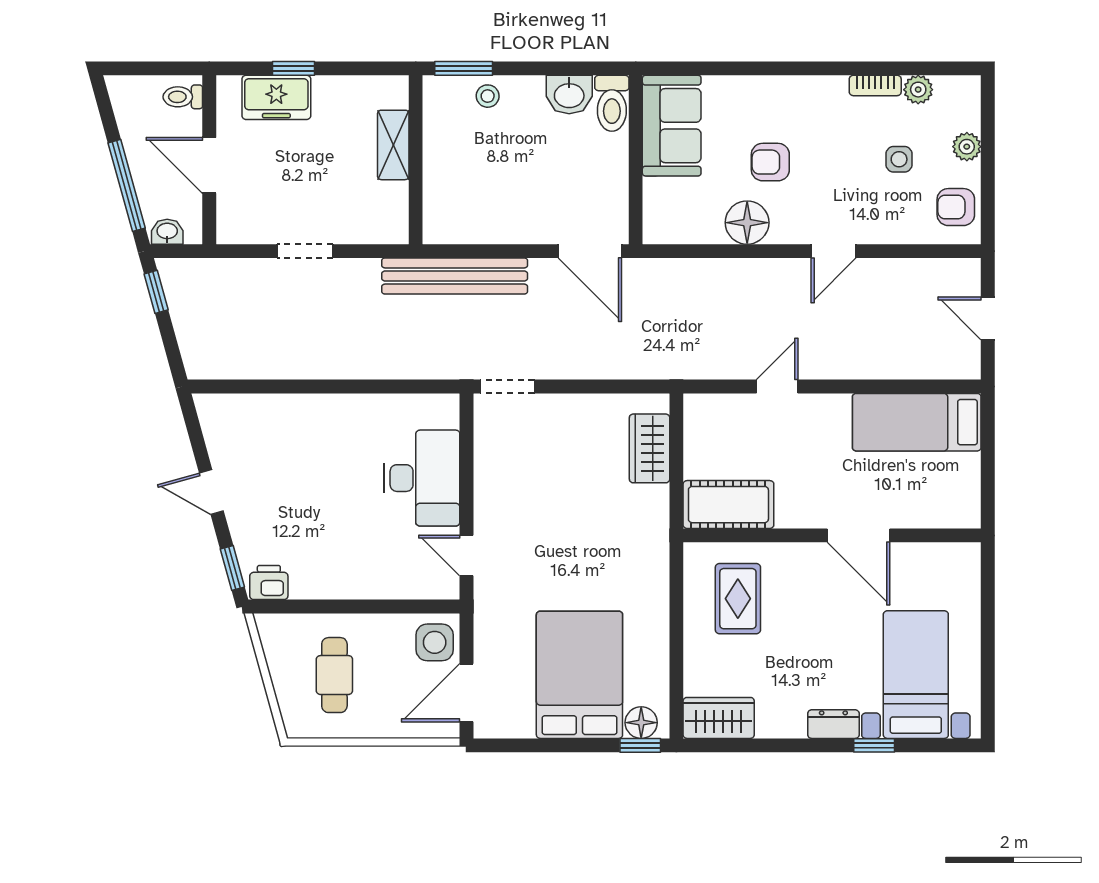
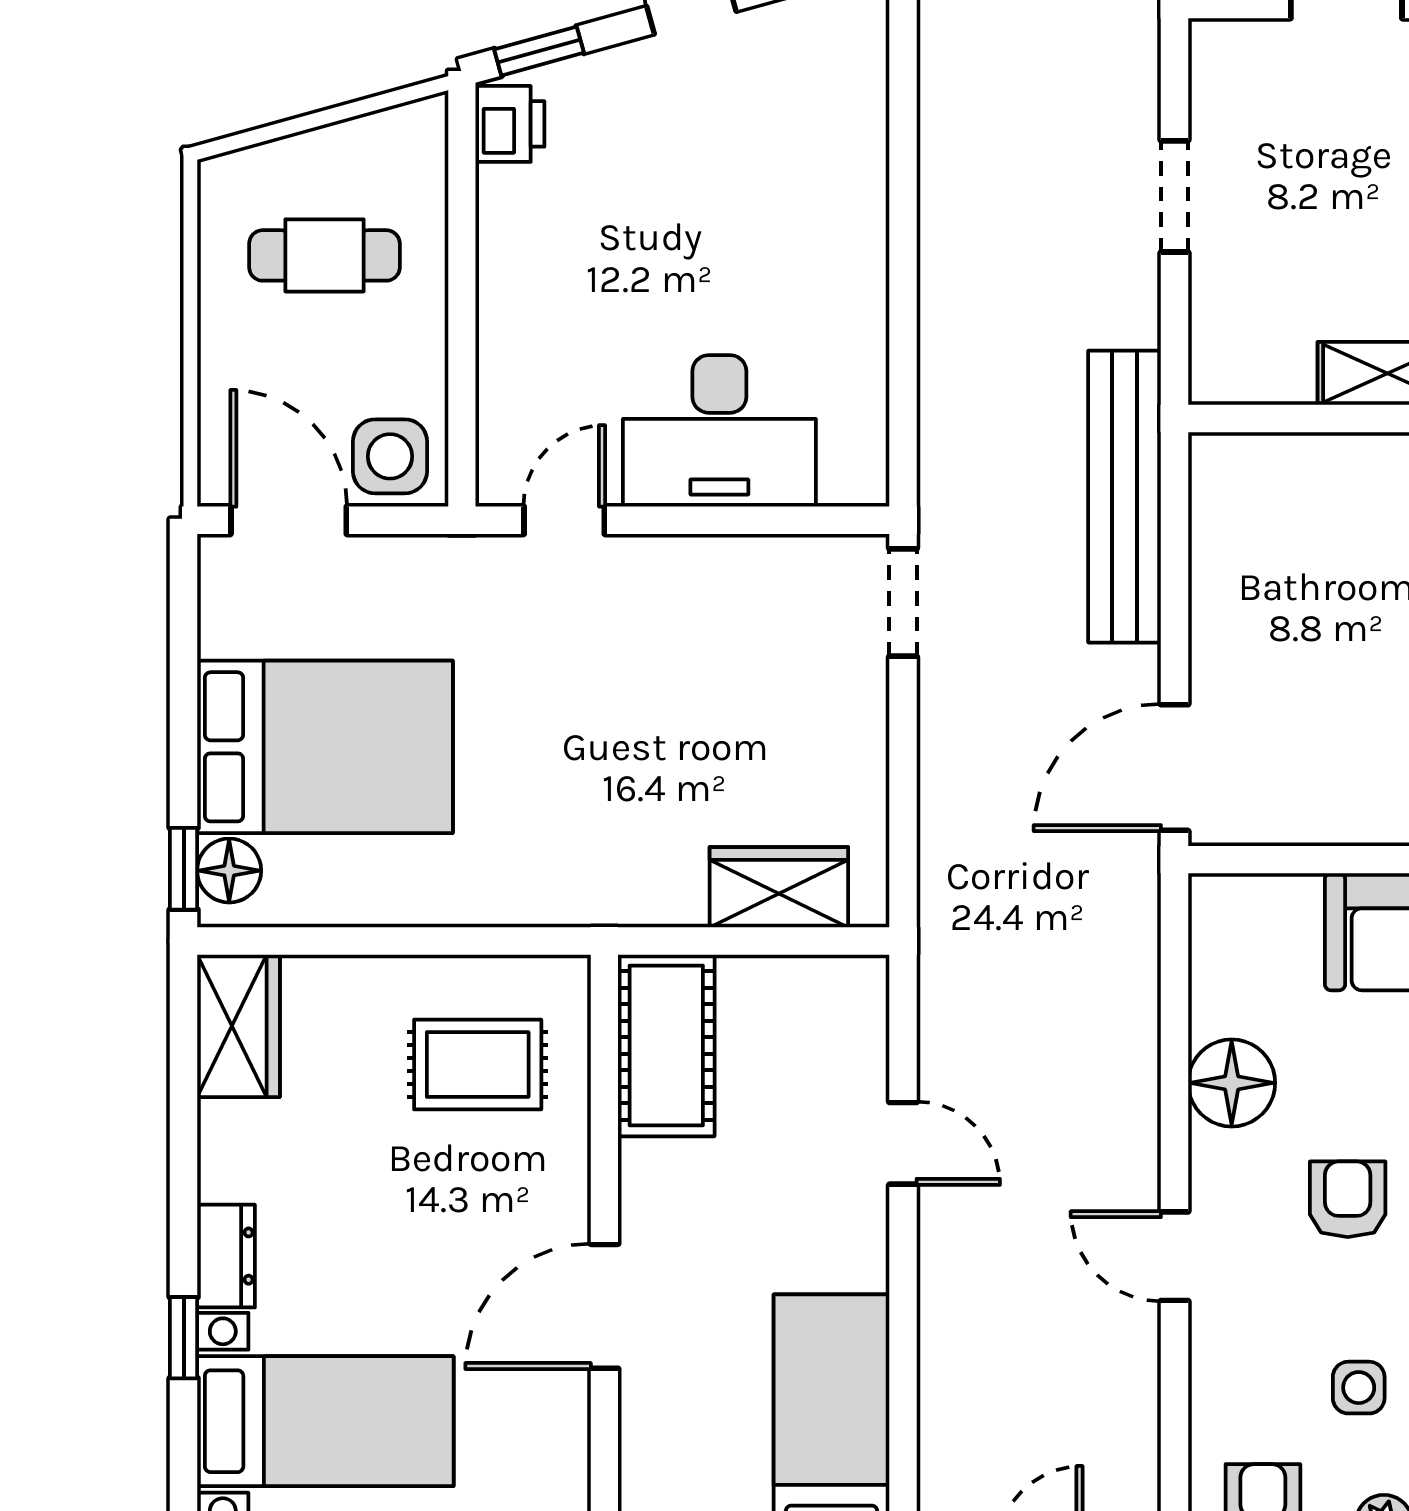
armchair: (770, 162) -> (1348, 1199), moved

